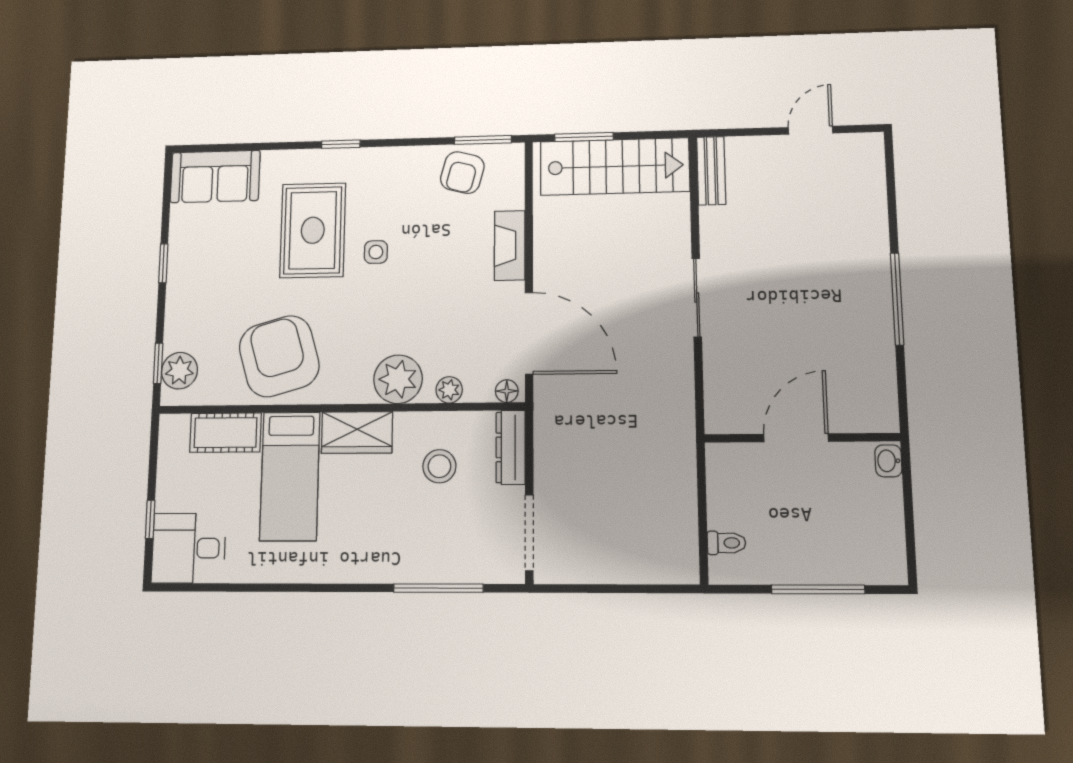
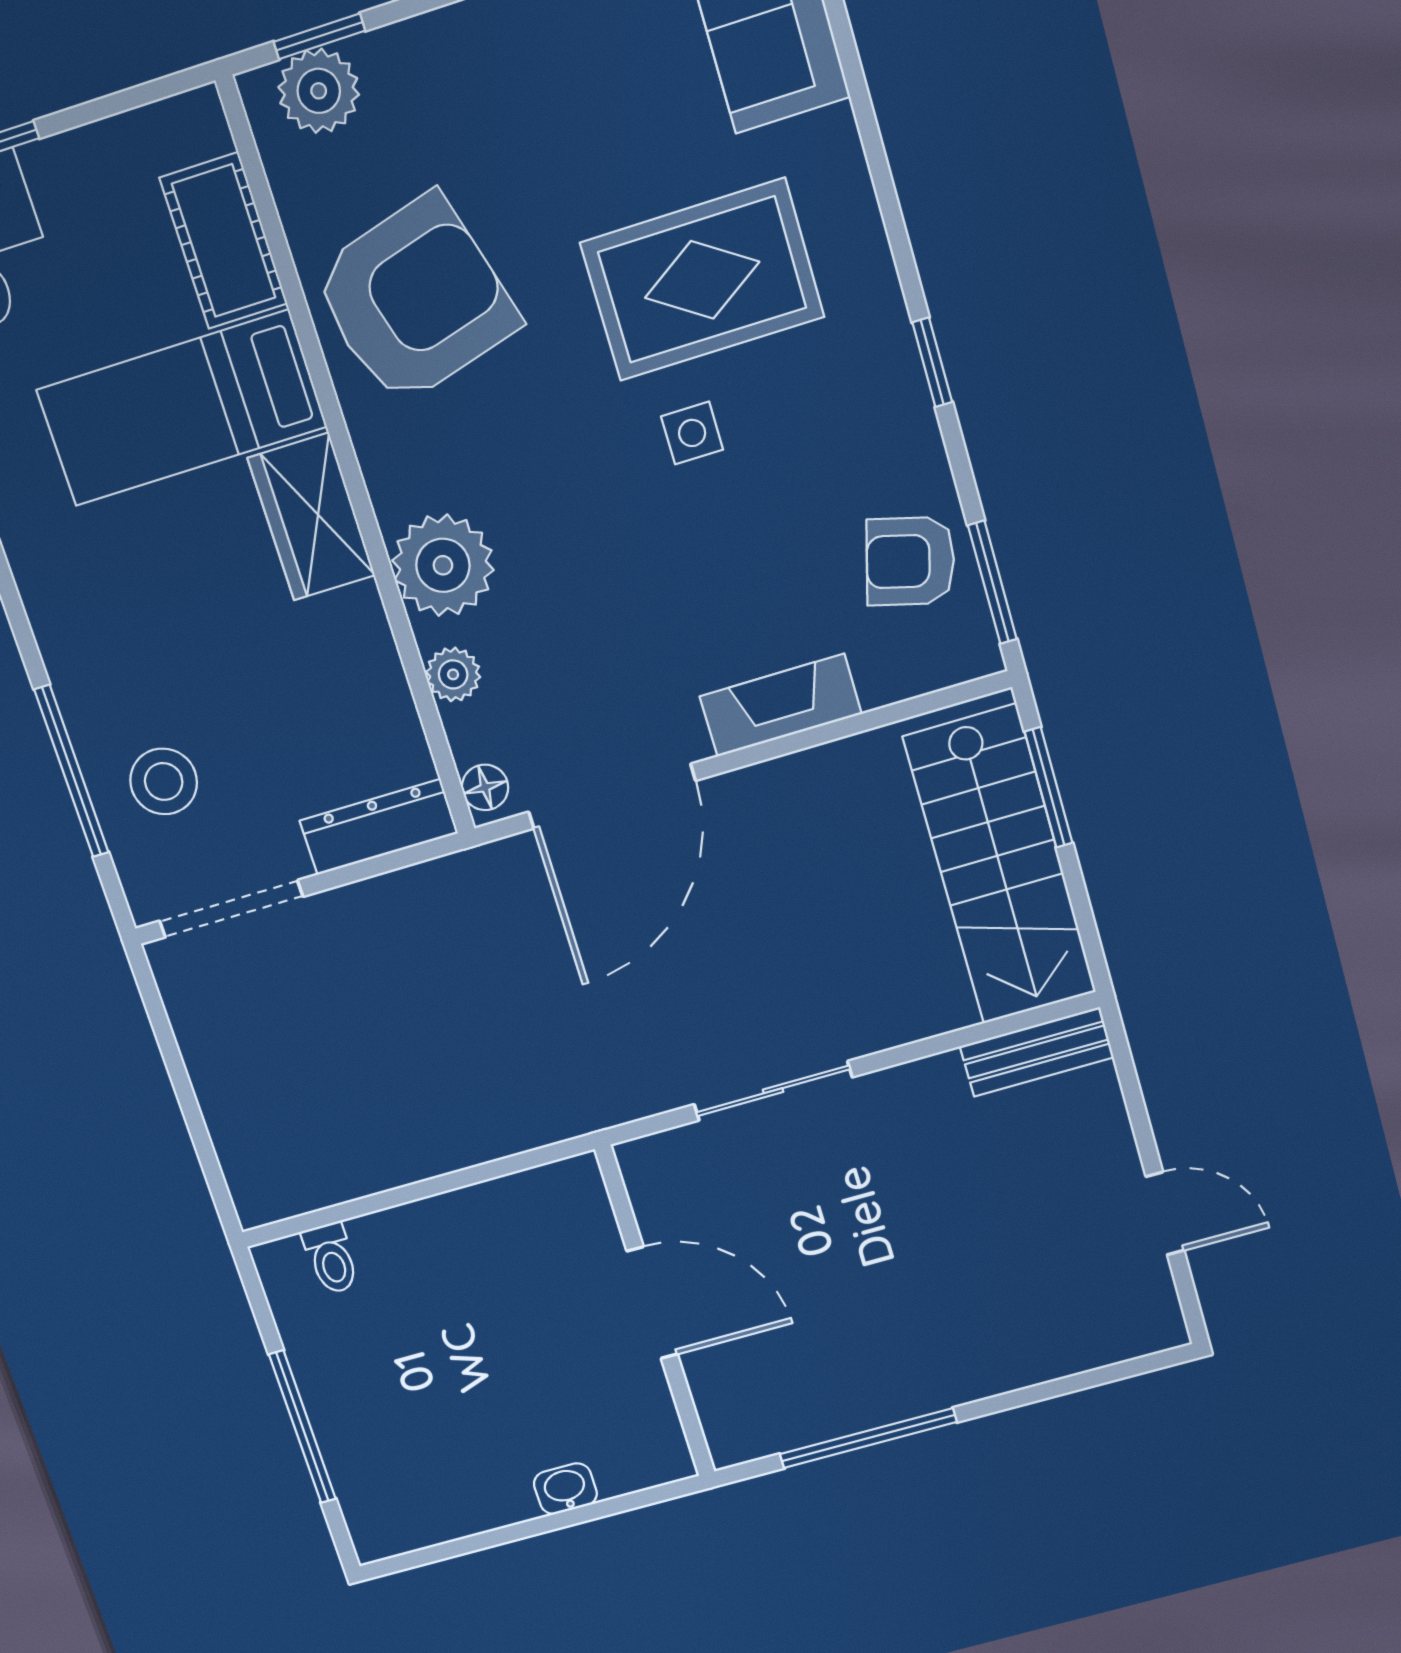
window: (341, 144) -> (932, 362), moved
door: (796, 438) -> (652, 1303), moved
wall: (802, 438) -> (655, 1312), moved
stool: (439, 466) -> (164, 781), moved

